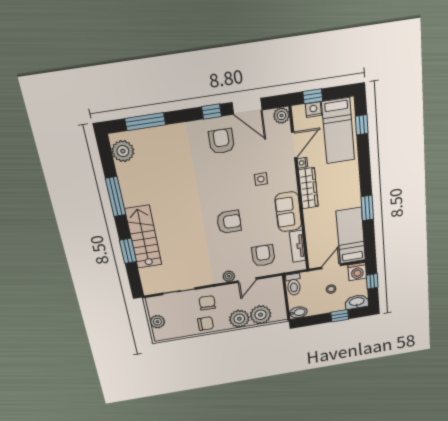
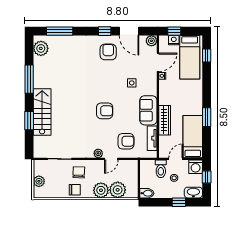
wardrobe: (308, 188) -> (165, 120), moved
armchair: (263, 256) -> (126, 141), turned 90
toilet: (294, 284) -> (161, 169), moved

